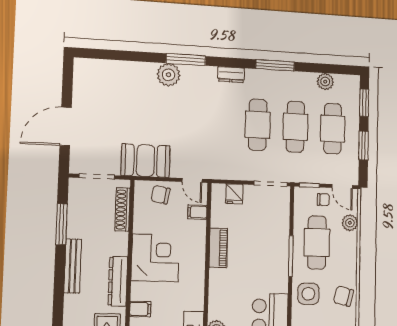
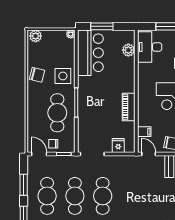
plant: (350, 223) -> (33, 128), removed

